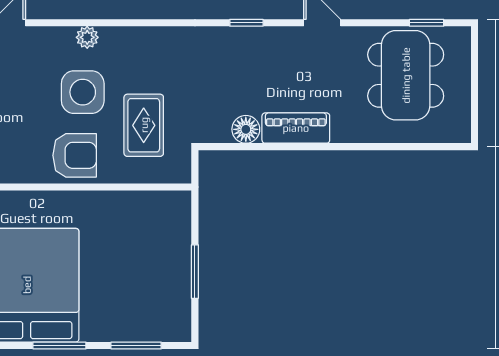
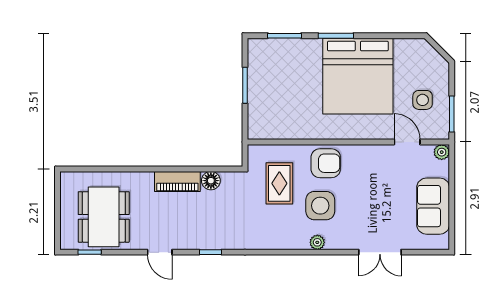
armchair: (75, 155) -> (326, 163), turned 180

